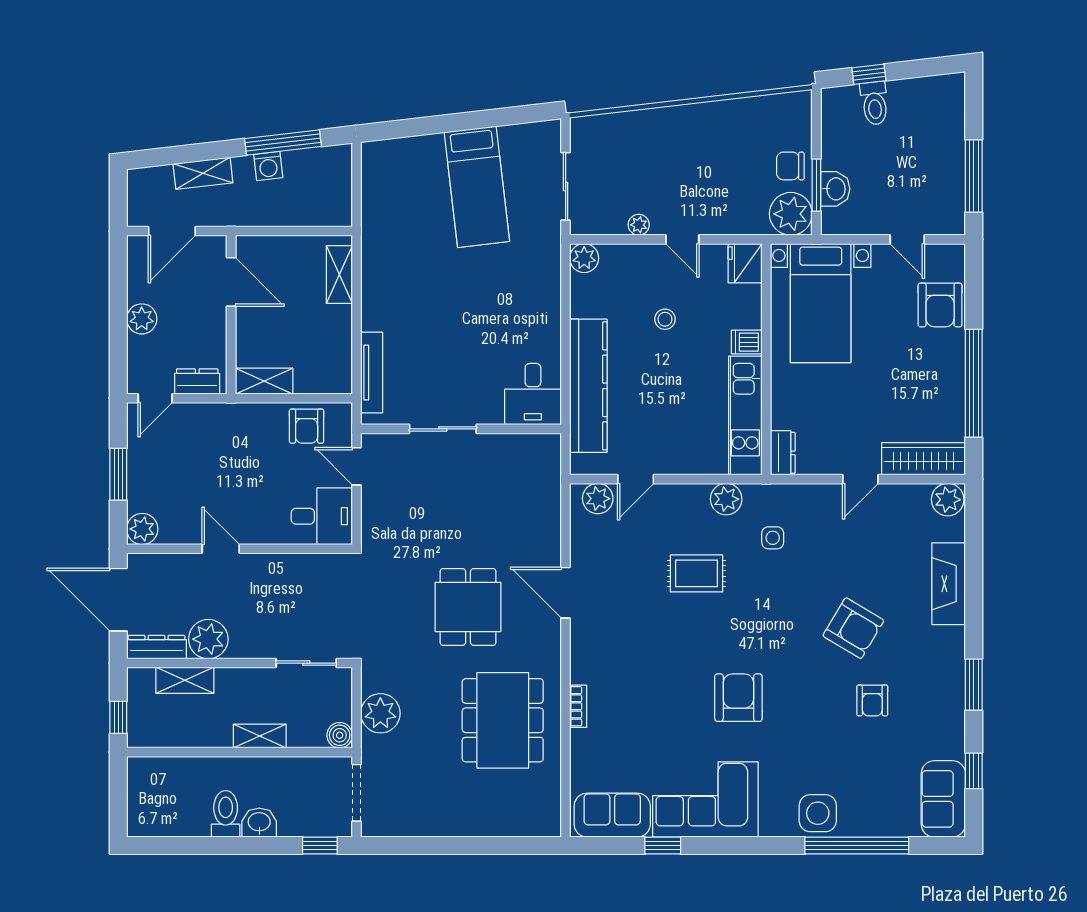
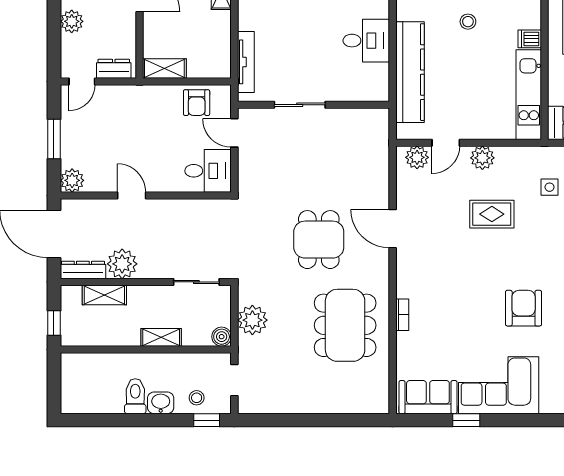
desk: (533, 394) -> (366, 41), moved, turned -90
plant: (726, 499) -> (482, 158), moved
doorway: (357, 793) -> (234, 380), width x0.73
stool: (307, 816) -> (197, 398), added

